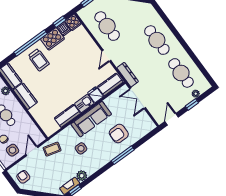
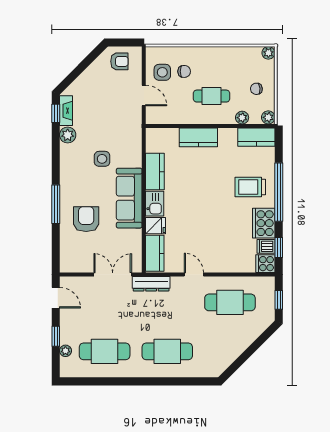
kitchen counter: (25, 96) -> (198, 137), moved
coffee table: (52, 149) -> (128, 122), removed

